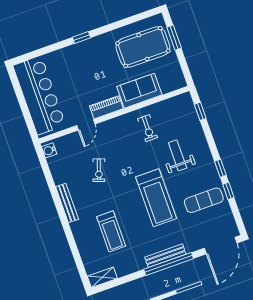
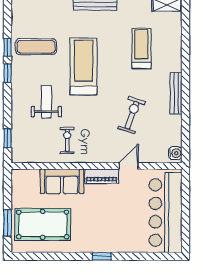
weight bench: (178, 155) -> (46, 102), turned 180
exercise bike: (99, 170) -> (132, 115), width x1.38, depth x1.39

